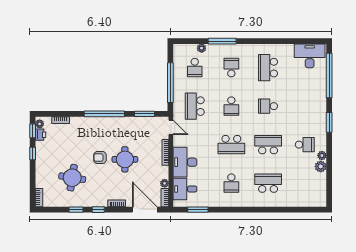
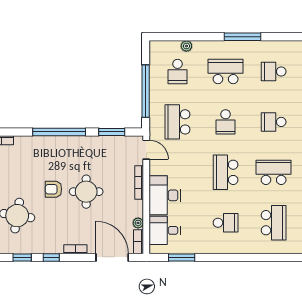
window: (222, 41) -> (243, 37), moved
school desk: (231, 68) -> (226, 71), width x1.85
school desk: (268, 68) -> (274, 71), width x0.54
school desk: (231, 145) -> (226, 172), turned 90
school desk: (231, 183) -> (226, 223), turned -90
school desk: (268, 183) -> (274, 223), turned 90

